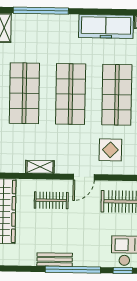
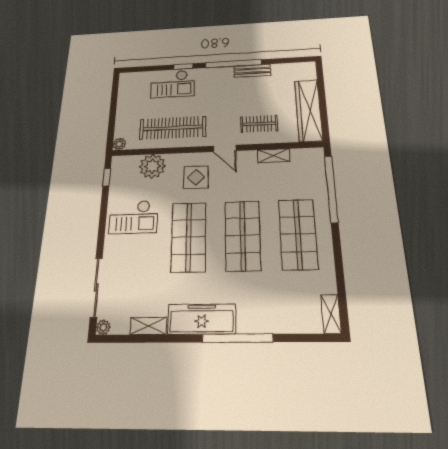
window: (41, 11) -> (237, 338), moved
door: (84, 177) -> (225, 148), swing flipped

